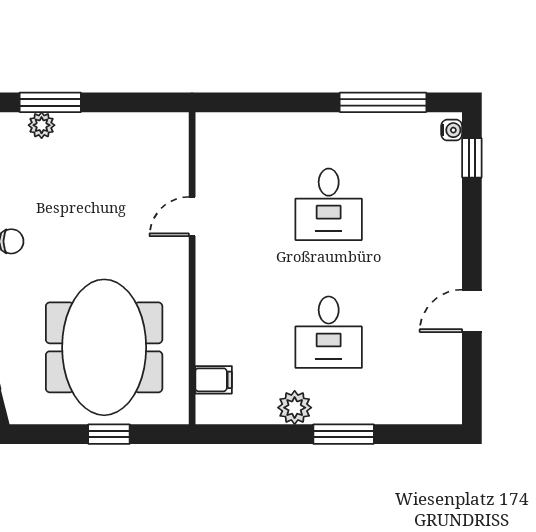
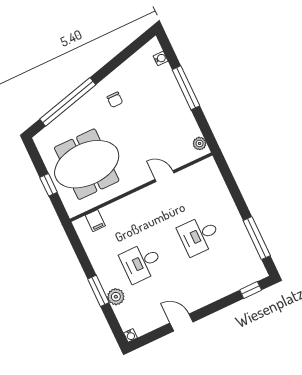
window: (50, 102) -> (186, 88), width x1.44
plant: (42, 125) -> (200, 143), moved
water cooler: (452, 130) -> (130, 335), moved
plant: (295, 408) -> (116, 297), moved

